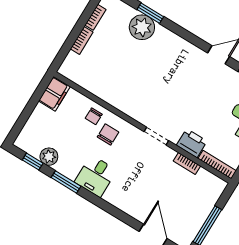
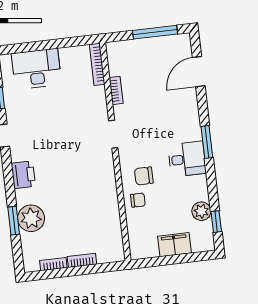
filing cabinet: (54, 94) -> (174, 245), moved
printer: (192, 143) -> (23, 175), moved, turned 180
window: (66, 182) -> (207, 142), moved

